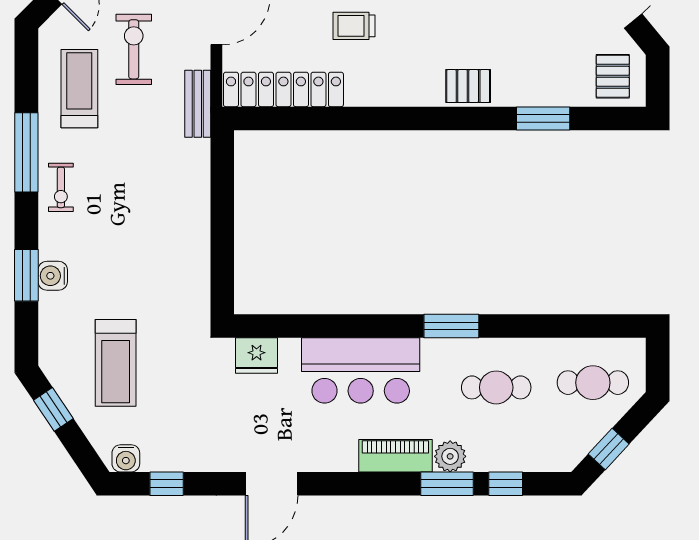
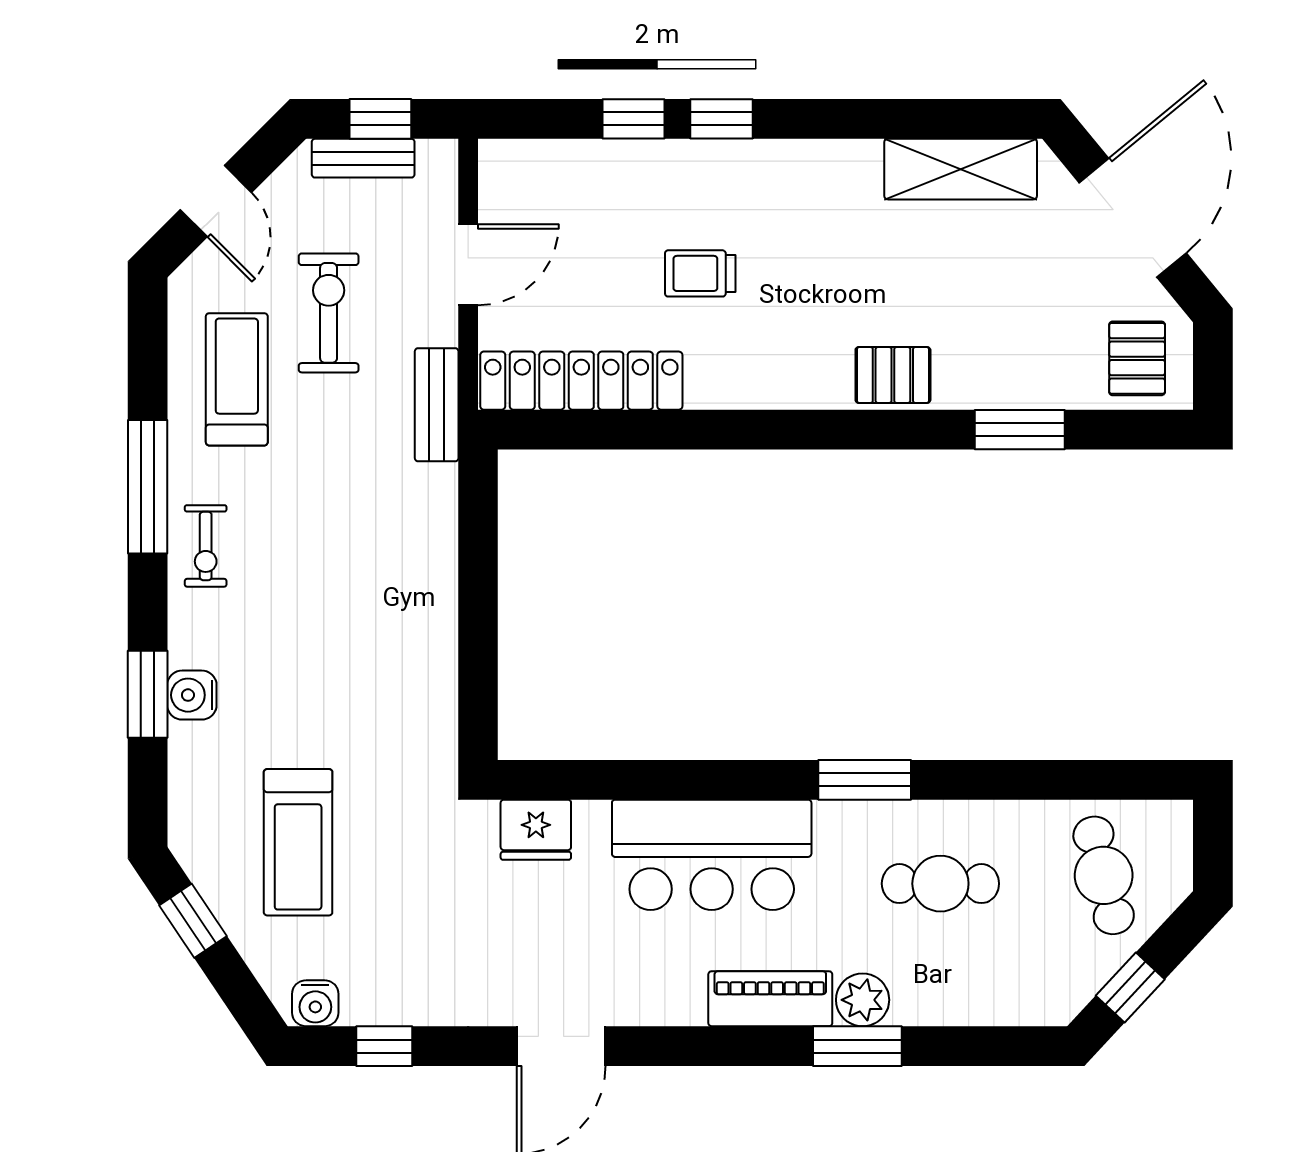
cafe table: (593, 383) -> (1104, 875), turned 76
window: (506, 484) -> (956, 1046), removed

